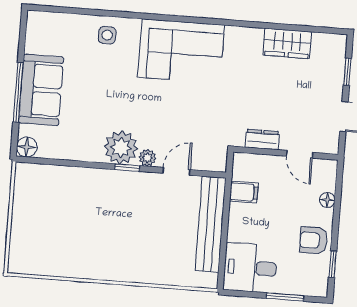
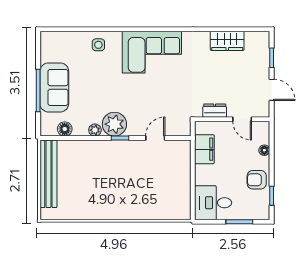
floor lamp: (27, 147) -> (65, 129), moved
plant: (147, 158) -> (95, 130), moved
filing cabinet: (244, 192) -> (204, 149), width x2.00
bench: (210, 224) -> (48, 174), moved

